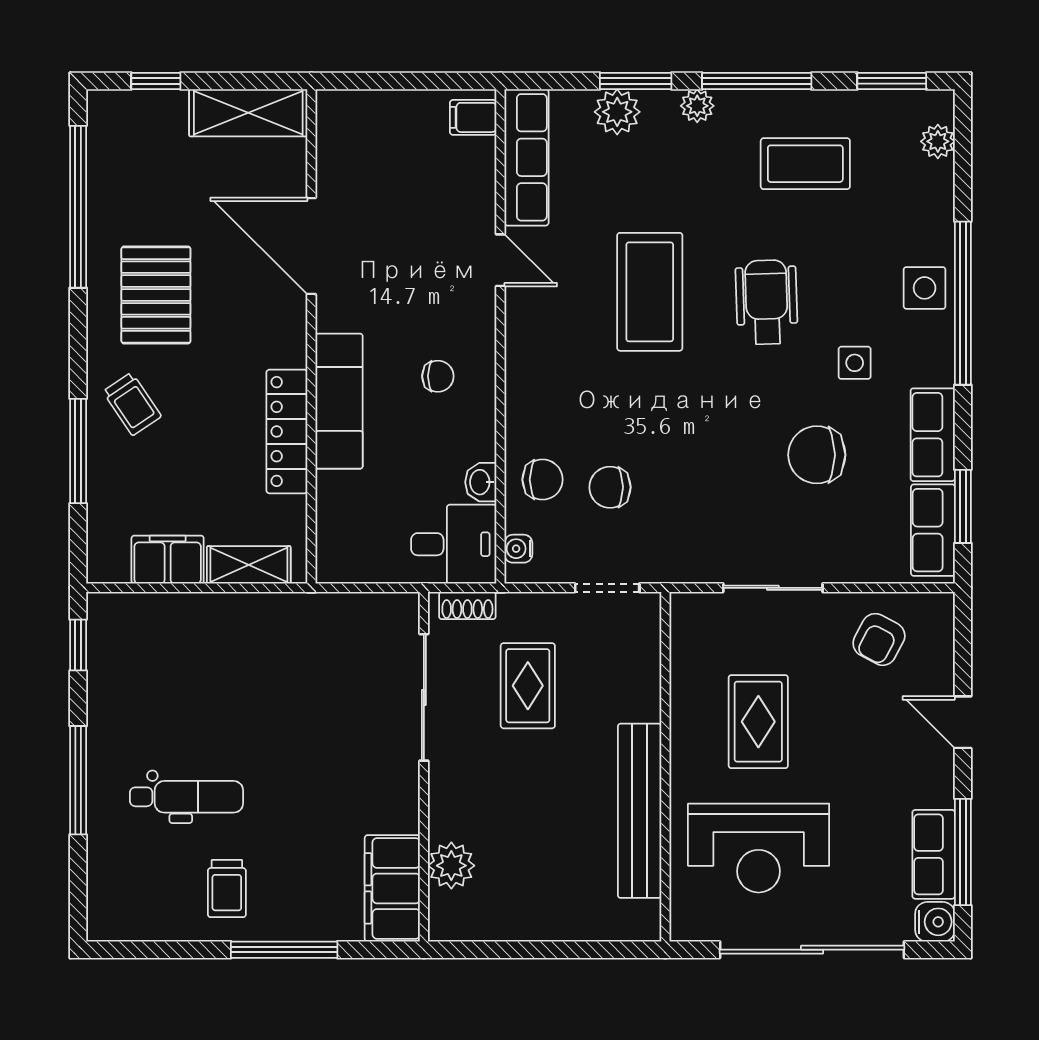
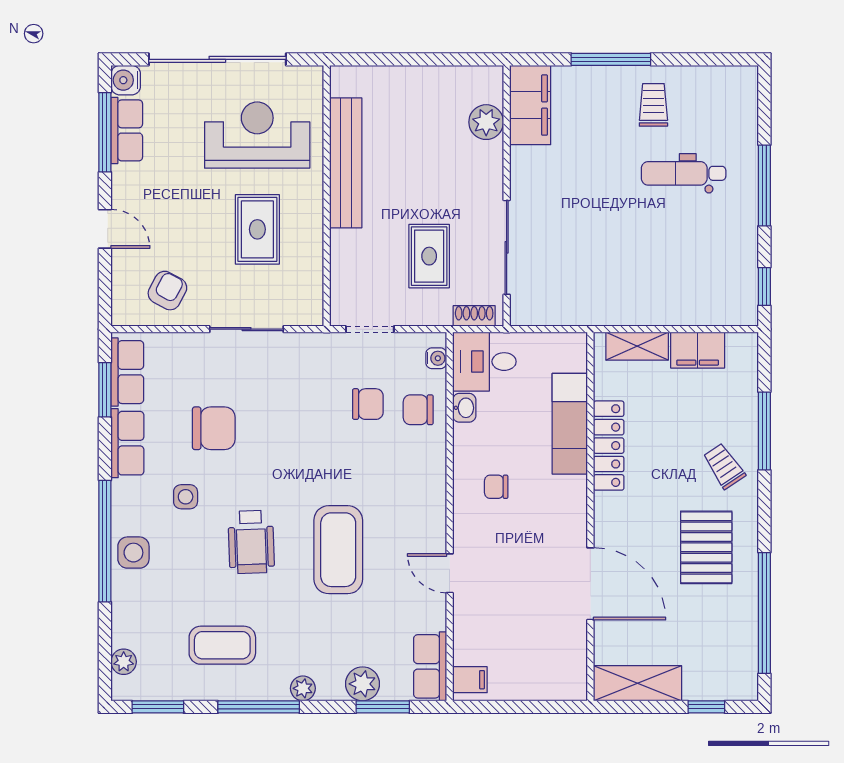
window: (636, 81) -> (383, 707), moved
row of seats: (526, 157) -> (430, 666), width x0.68
exam couch: (339, 401) -> (570, 424), moved

